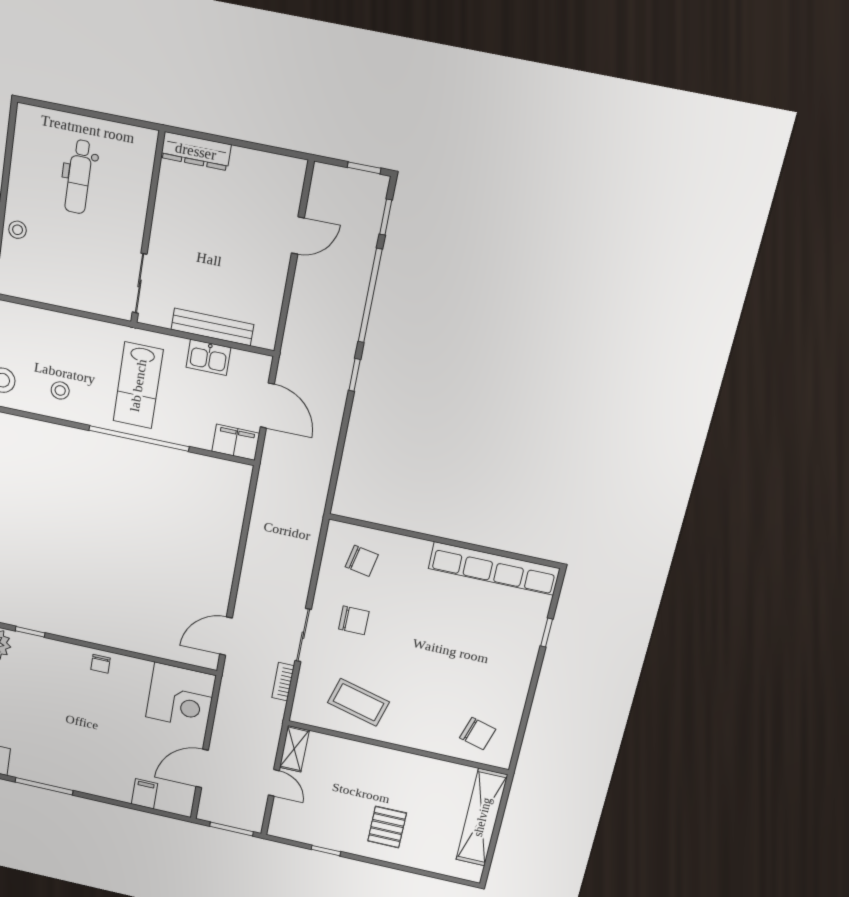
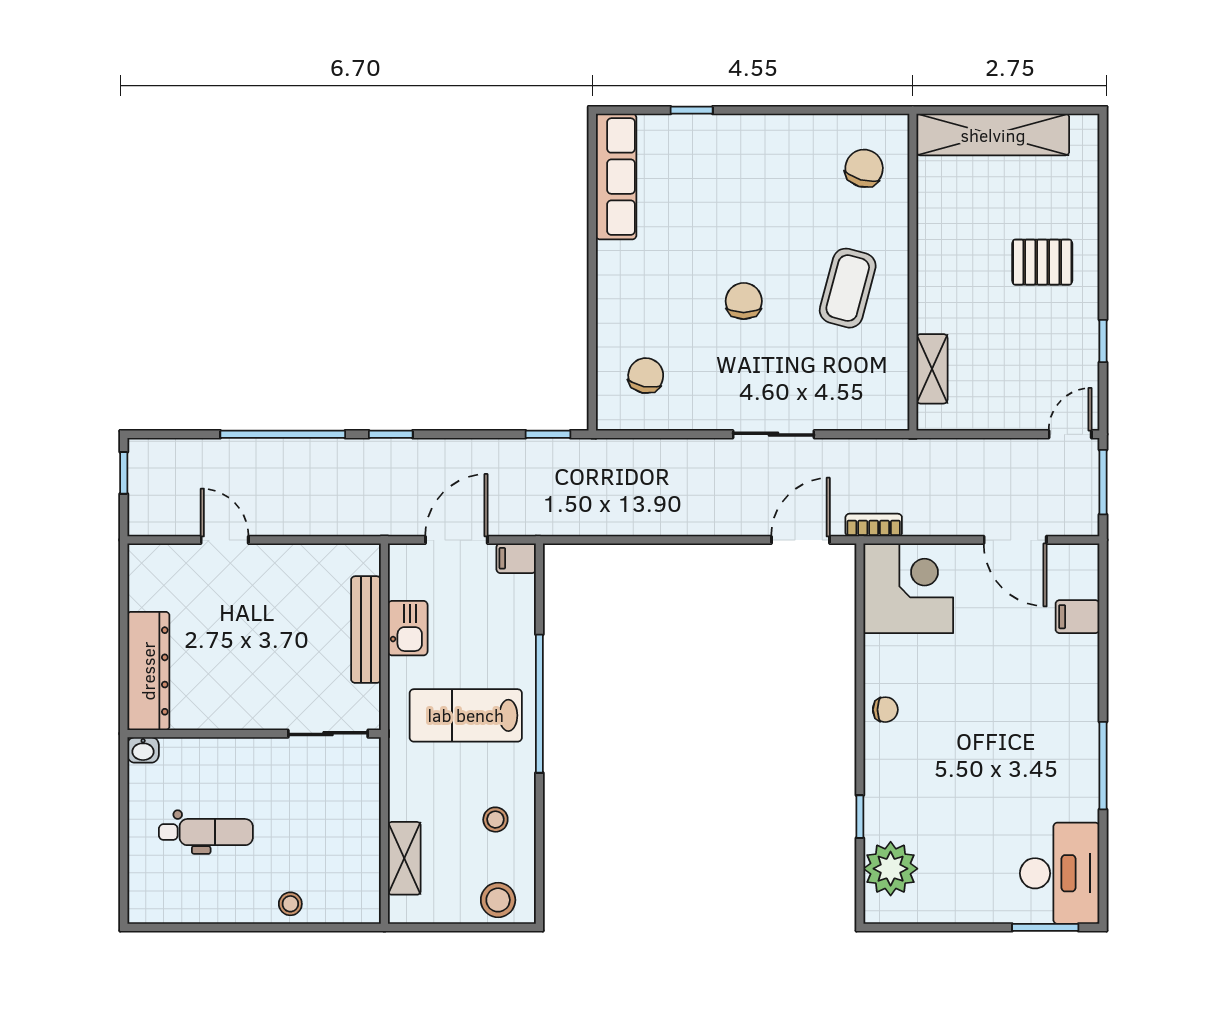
washbasin: (148, 141) -> (143, 750), added
dresser: (196, 151) -> (148, 671), width x1.37, depth x1.24
window: (386, 217) -> (548, 434), moved
shelving: (41, 320) -> (404, 858), added
lab bench: (138, 385) -> (466, 715), turned 180
filing cabinet: (236, 442) -> (516, 558), width x0.50
row of seats: (494, 568) -> (616, 177), width x0.73
chair: (354, 620) -> (744, 301), moved
door: (226, 636) -> (800, 540), swing flipped
bookcase: (283, 682) -> (874, 525), moved, turned 180
coffee table: (358, 702) -> (848, 288), moved
shelving: (294, 749) -> (932, 369), moved, turned 90
door: (274, 783) -> (1070, 434), moved

